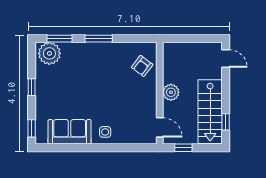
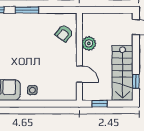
plant: (171, 92) -> (89, 43), moved
door: (160, 127) -> (79, 74), moved

